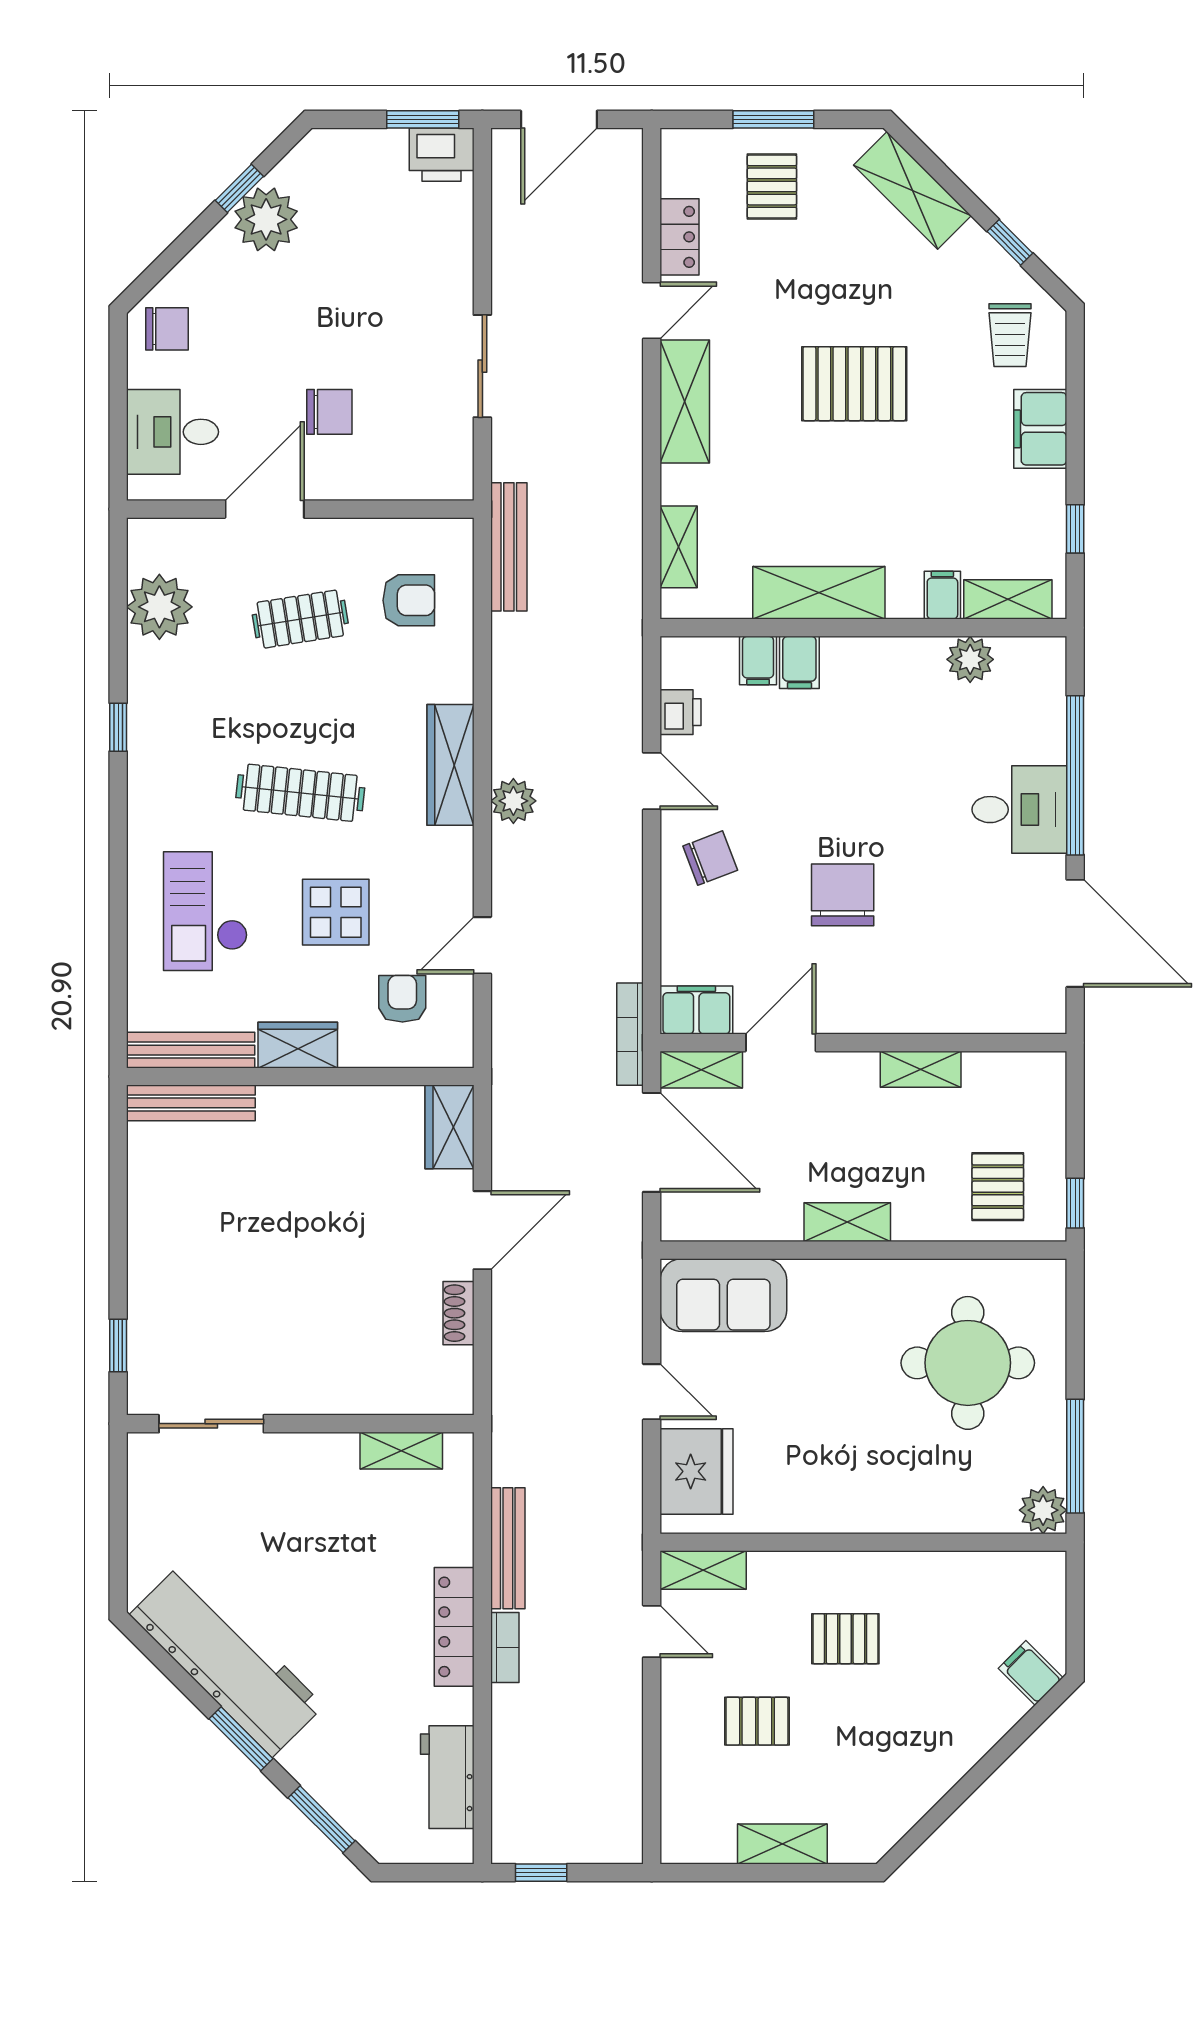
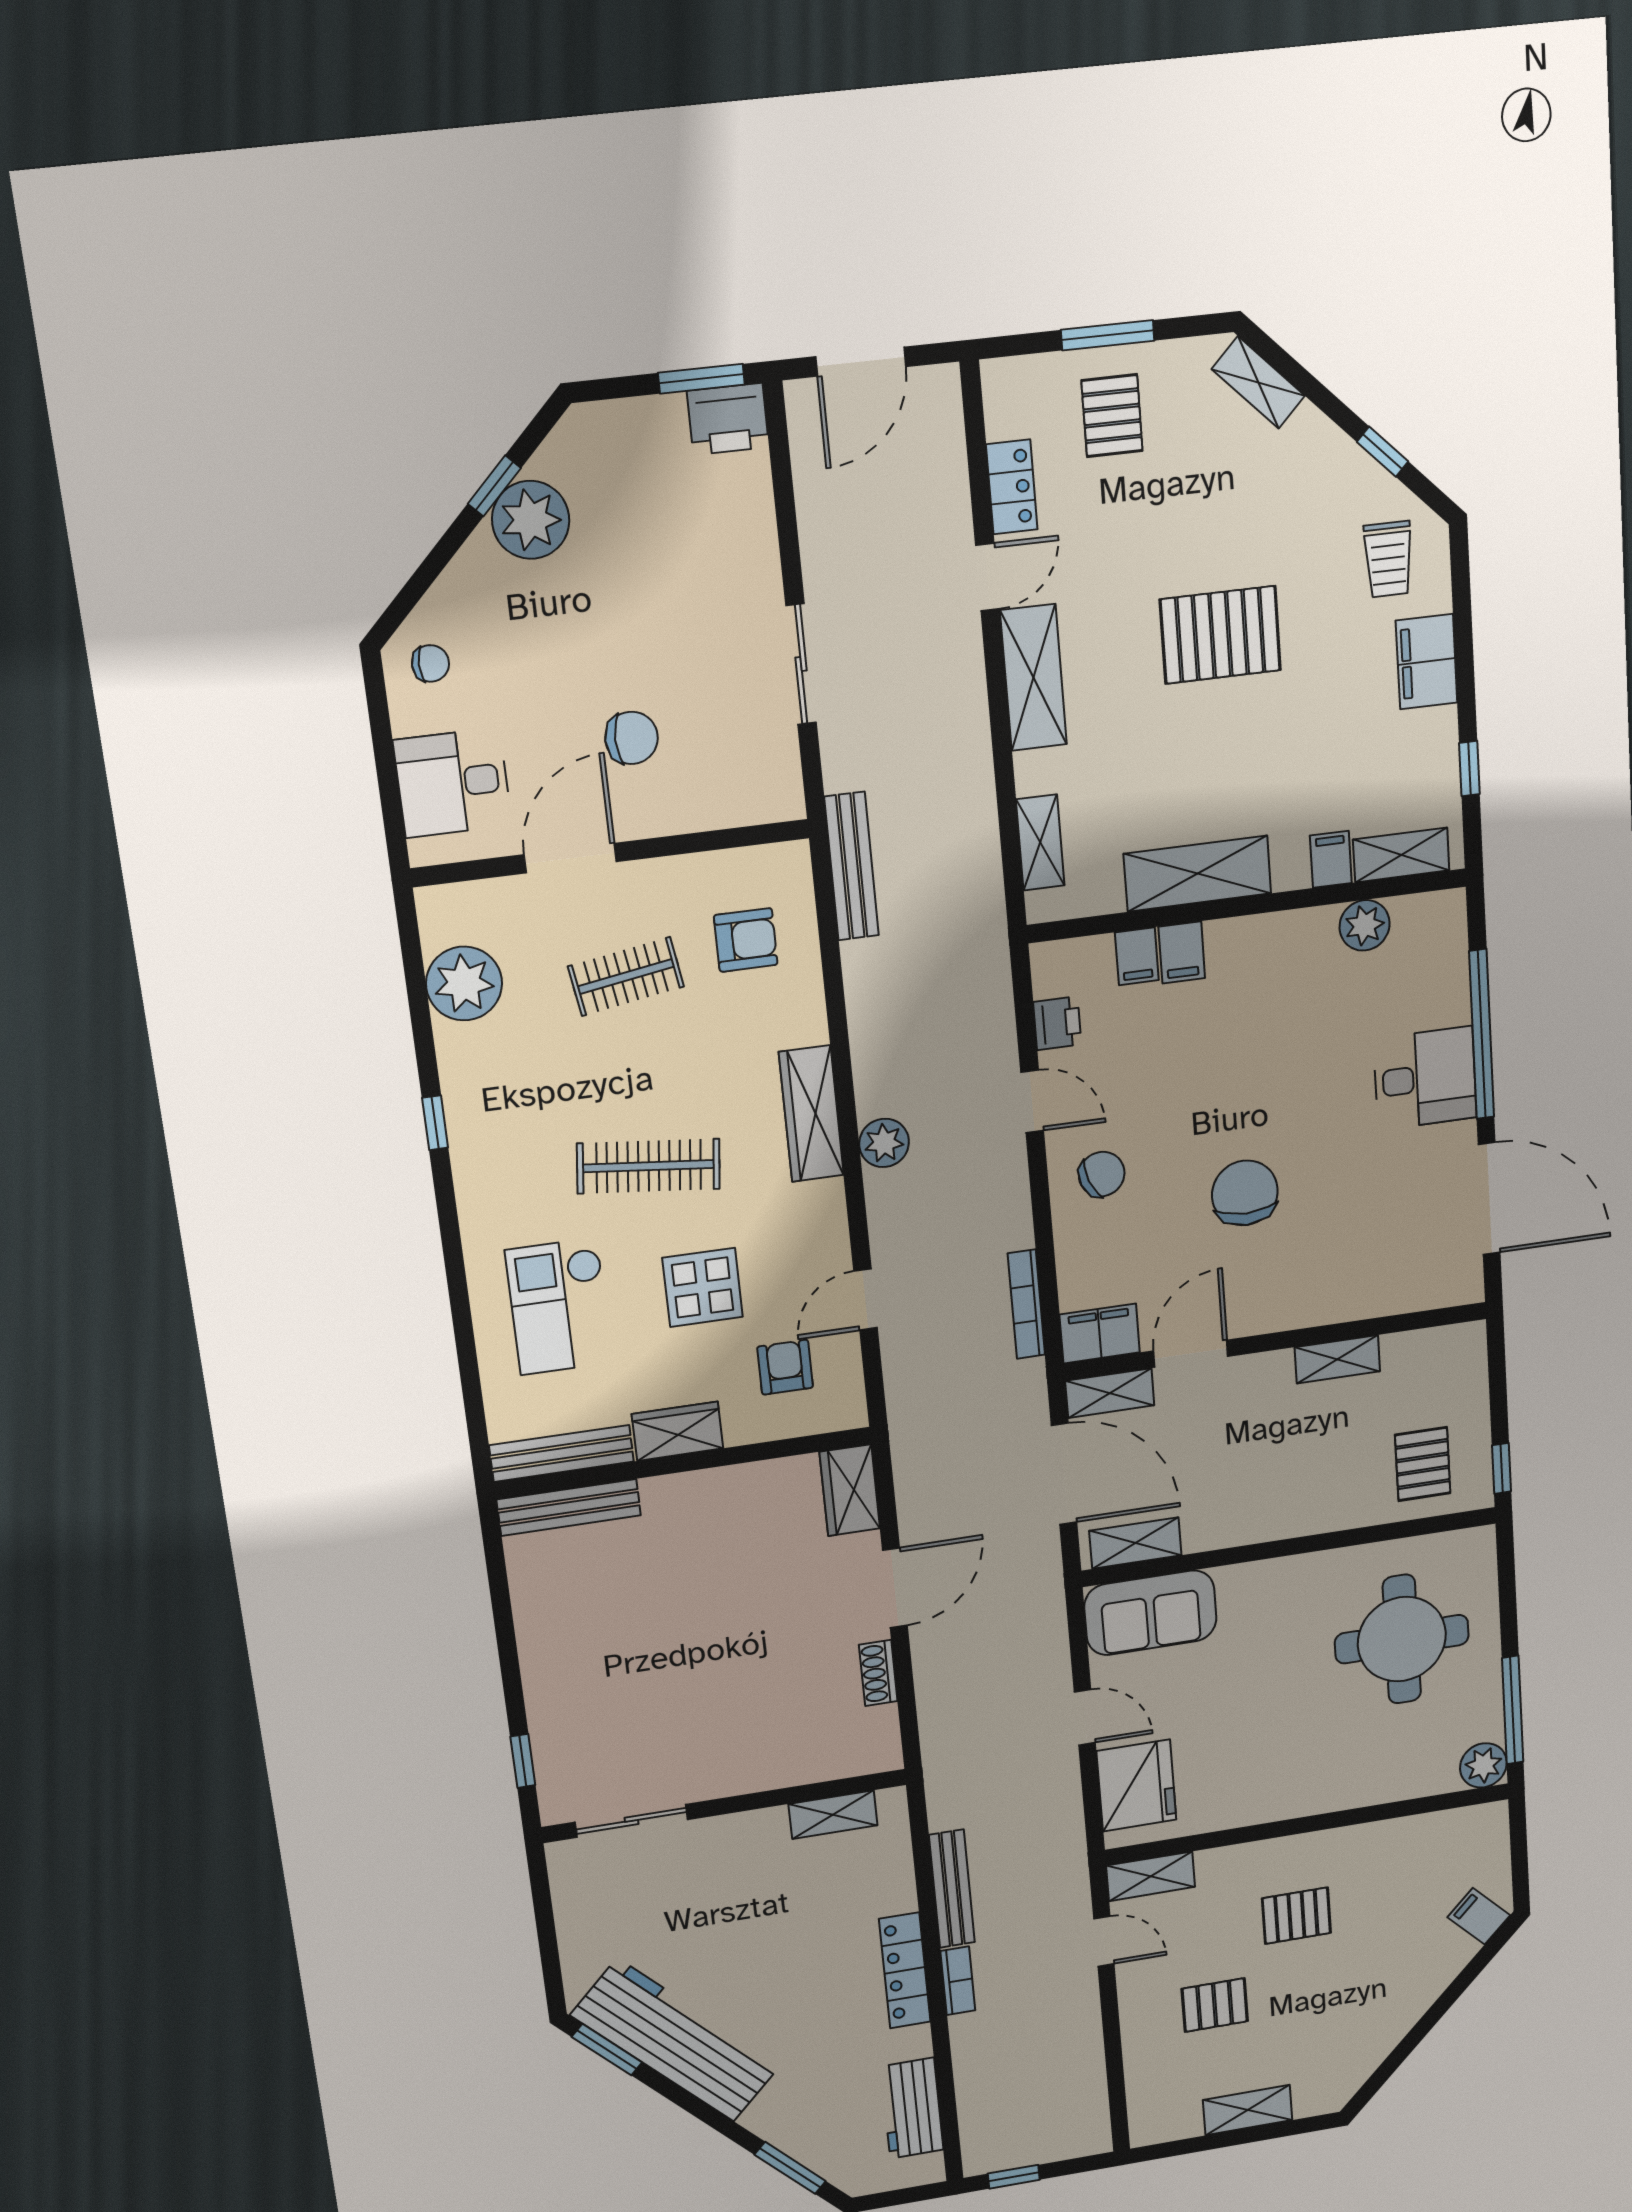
shelving: (912, 190) -> (1258, 382), width x0.67, depth x0.75
chair: (167, 329) -> (430, 663), width x0.73, depth x0.73
bookcase: (630, 1034) -> (1026, 1304), moved
shelving: (847, 1222) -> (1135, 1543), moved
window: (241, 1739) -> (607, 2050), moved

